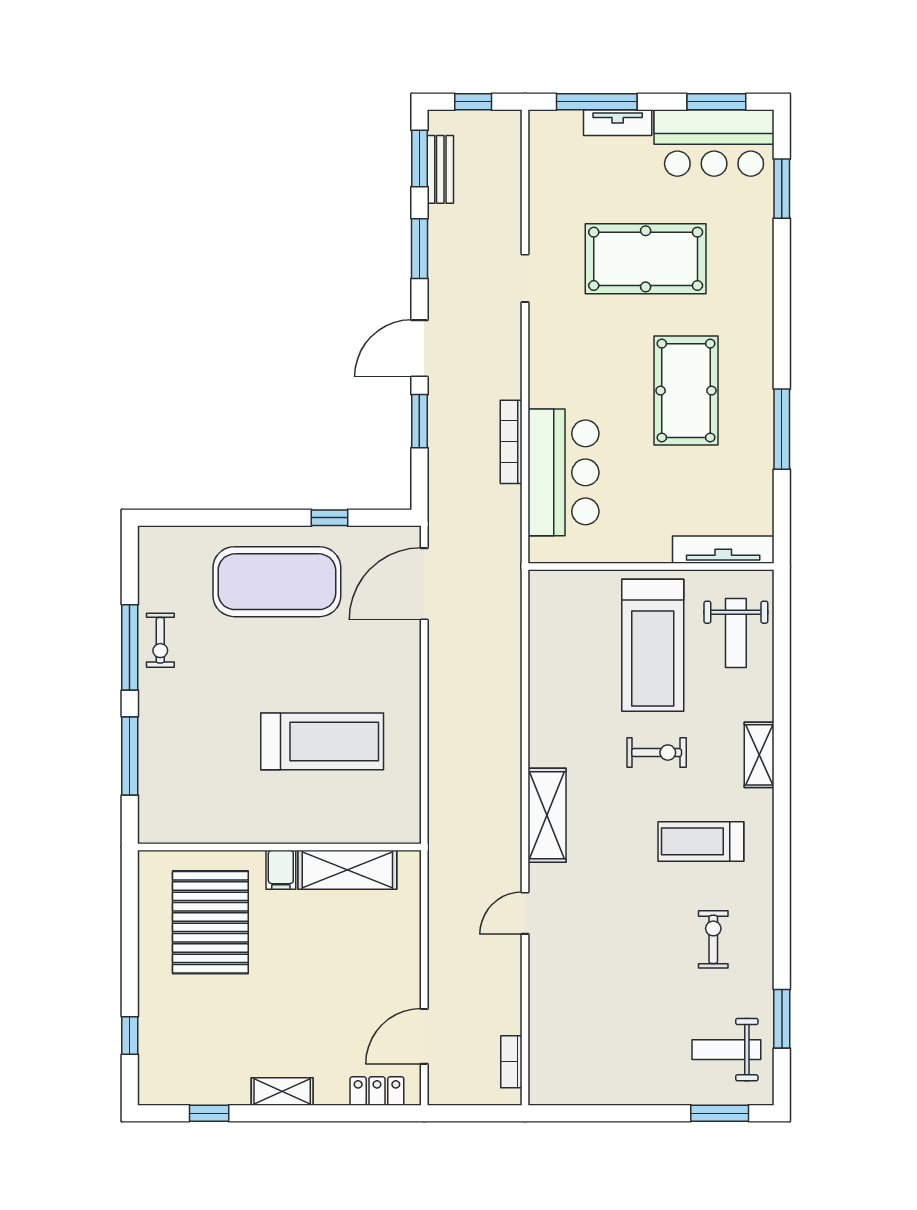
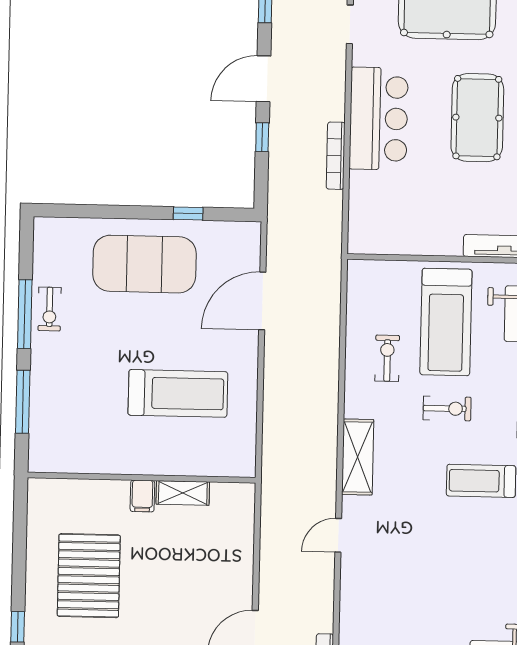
window: (419, 421) -> (262, 137), width x0.67
bar counter: (564, 472) -> (379, 119), moved
door: (424, 584) -> (262, 301), moved
shelving: (347, 870) -> (183, 493), width x0.67, depth x0.75
pallet: (210, 922) -> (89, 576), moved
exercise bike: (713, 939) -> (387, 358), moved

